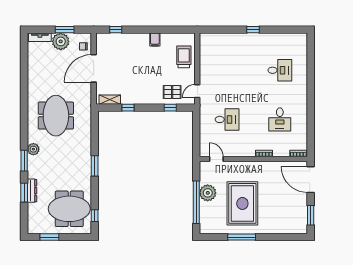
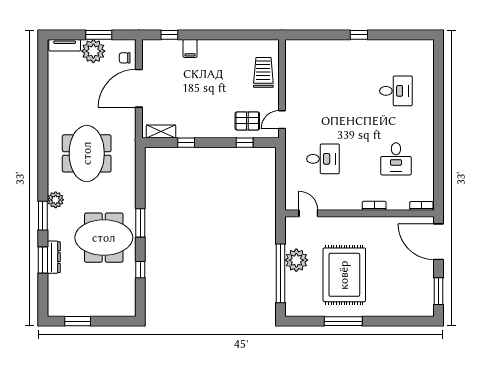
filing cabinet: (155, 40) -> (190, 48), moved
meeting table: (69, 209) -> (104, 238), moved
window: (95, 216) -> (140, 270), moved

